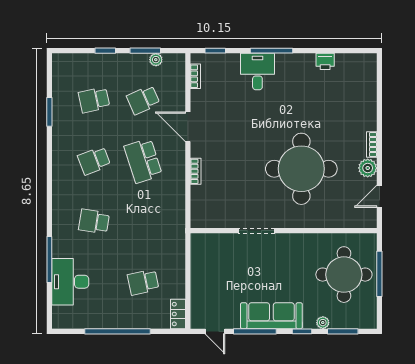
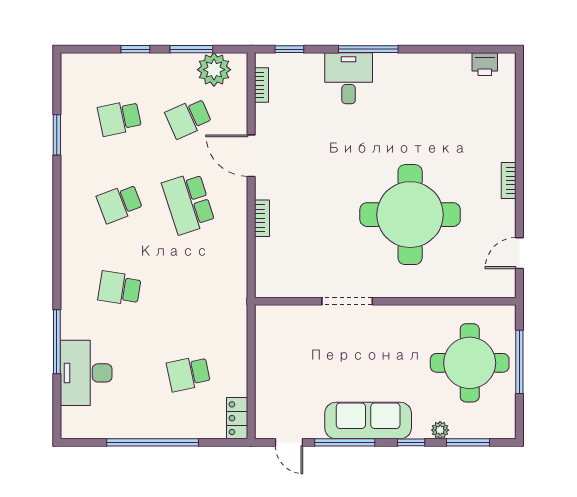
plant: (156, 60) -> (214, 70), width x1.87, depth x1.87
printer: (325, 61) -> (485, 64), moved
plant: (368, 168) -> (503, 214), removed

